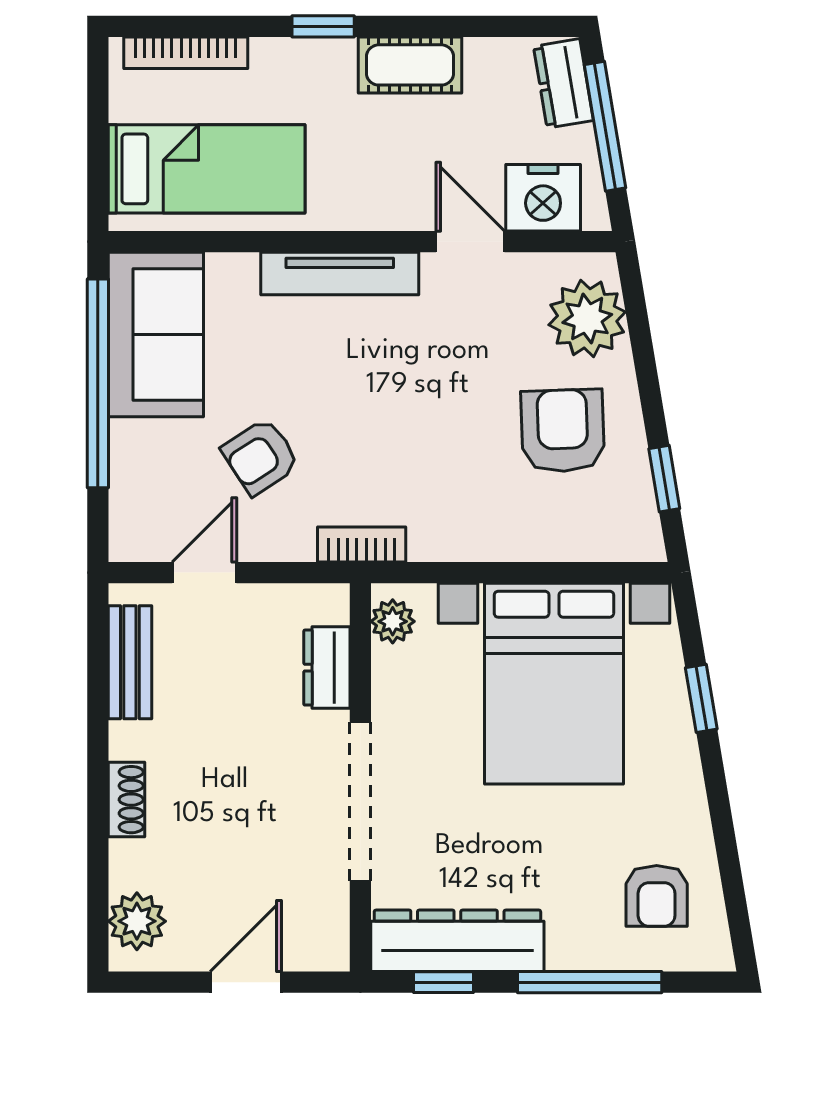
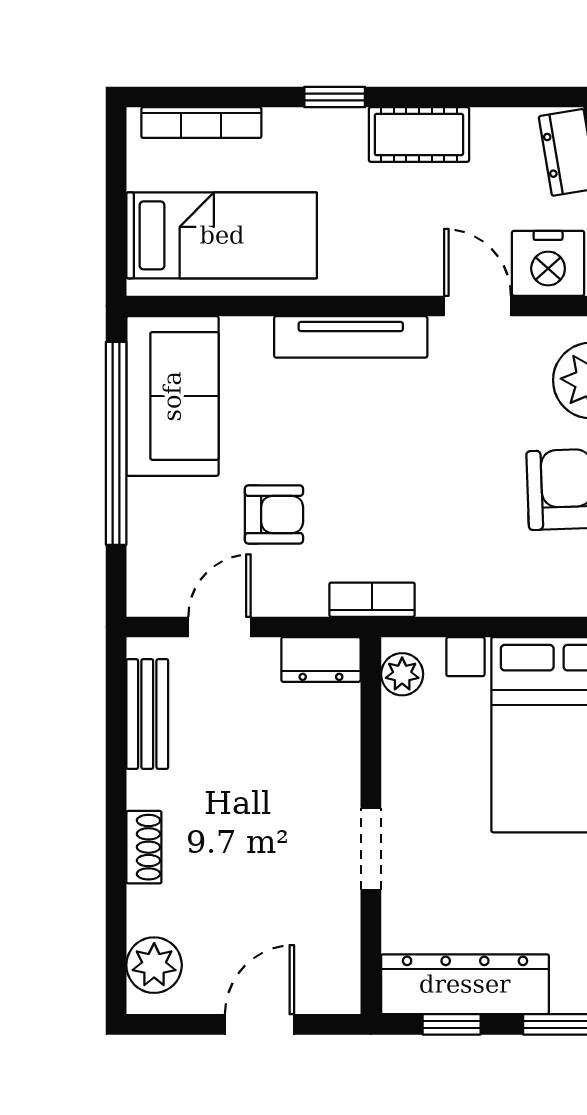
armchair: (261, 457) -> (274, 514), turned -147
dresser: (327, 668) -> (321, 659), moved, turned -90
doorway: (360, 801) -> (371, 849), width x0.53

